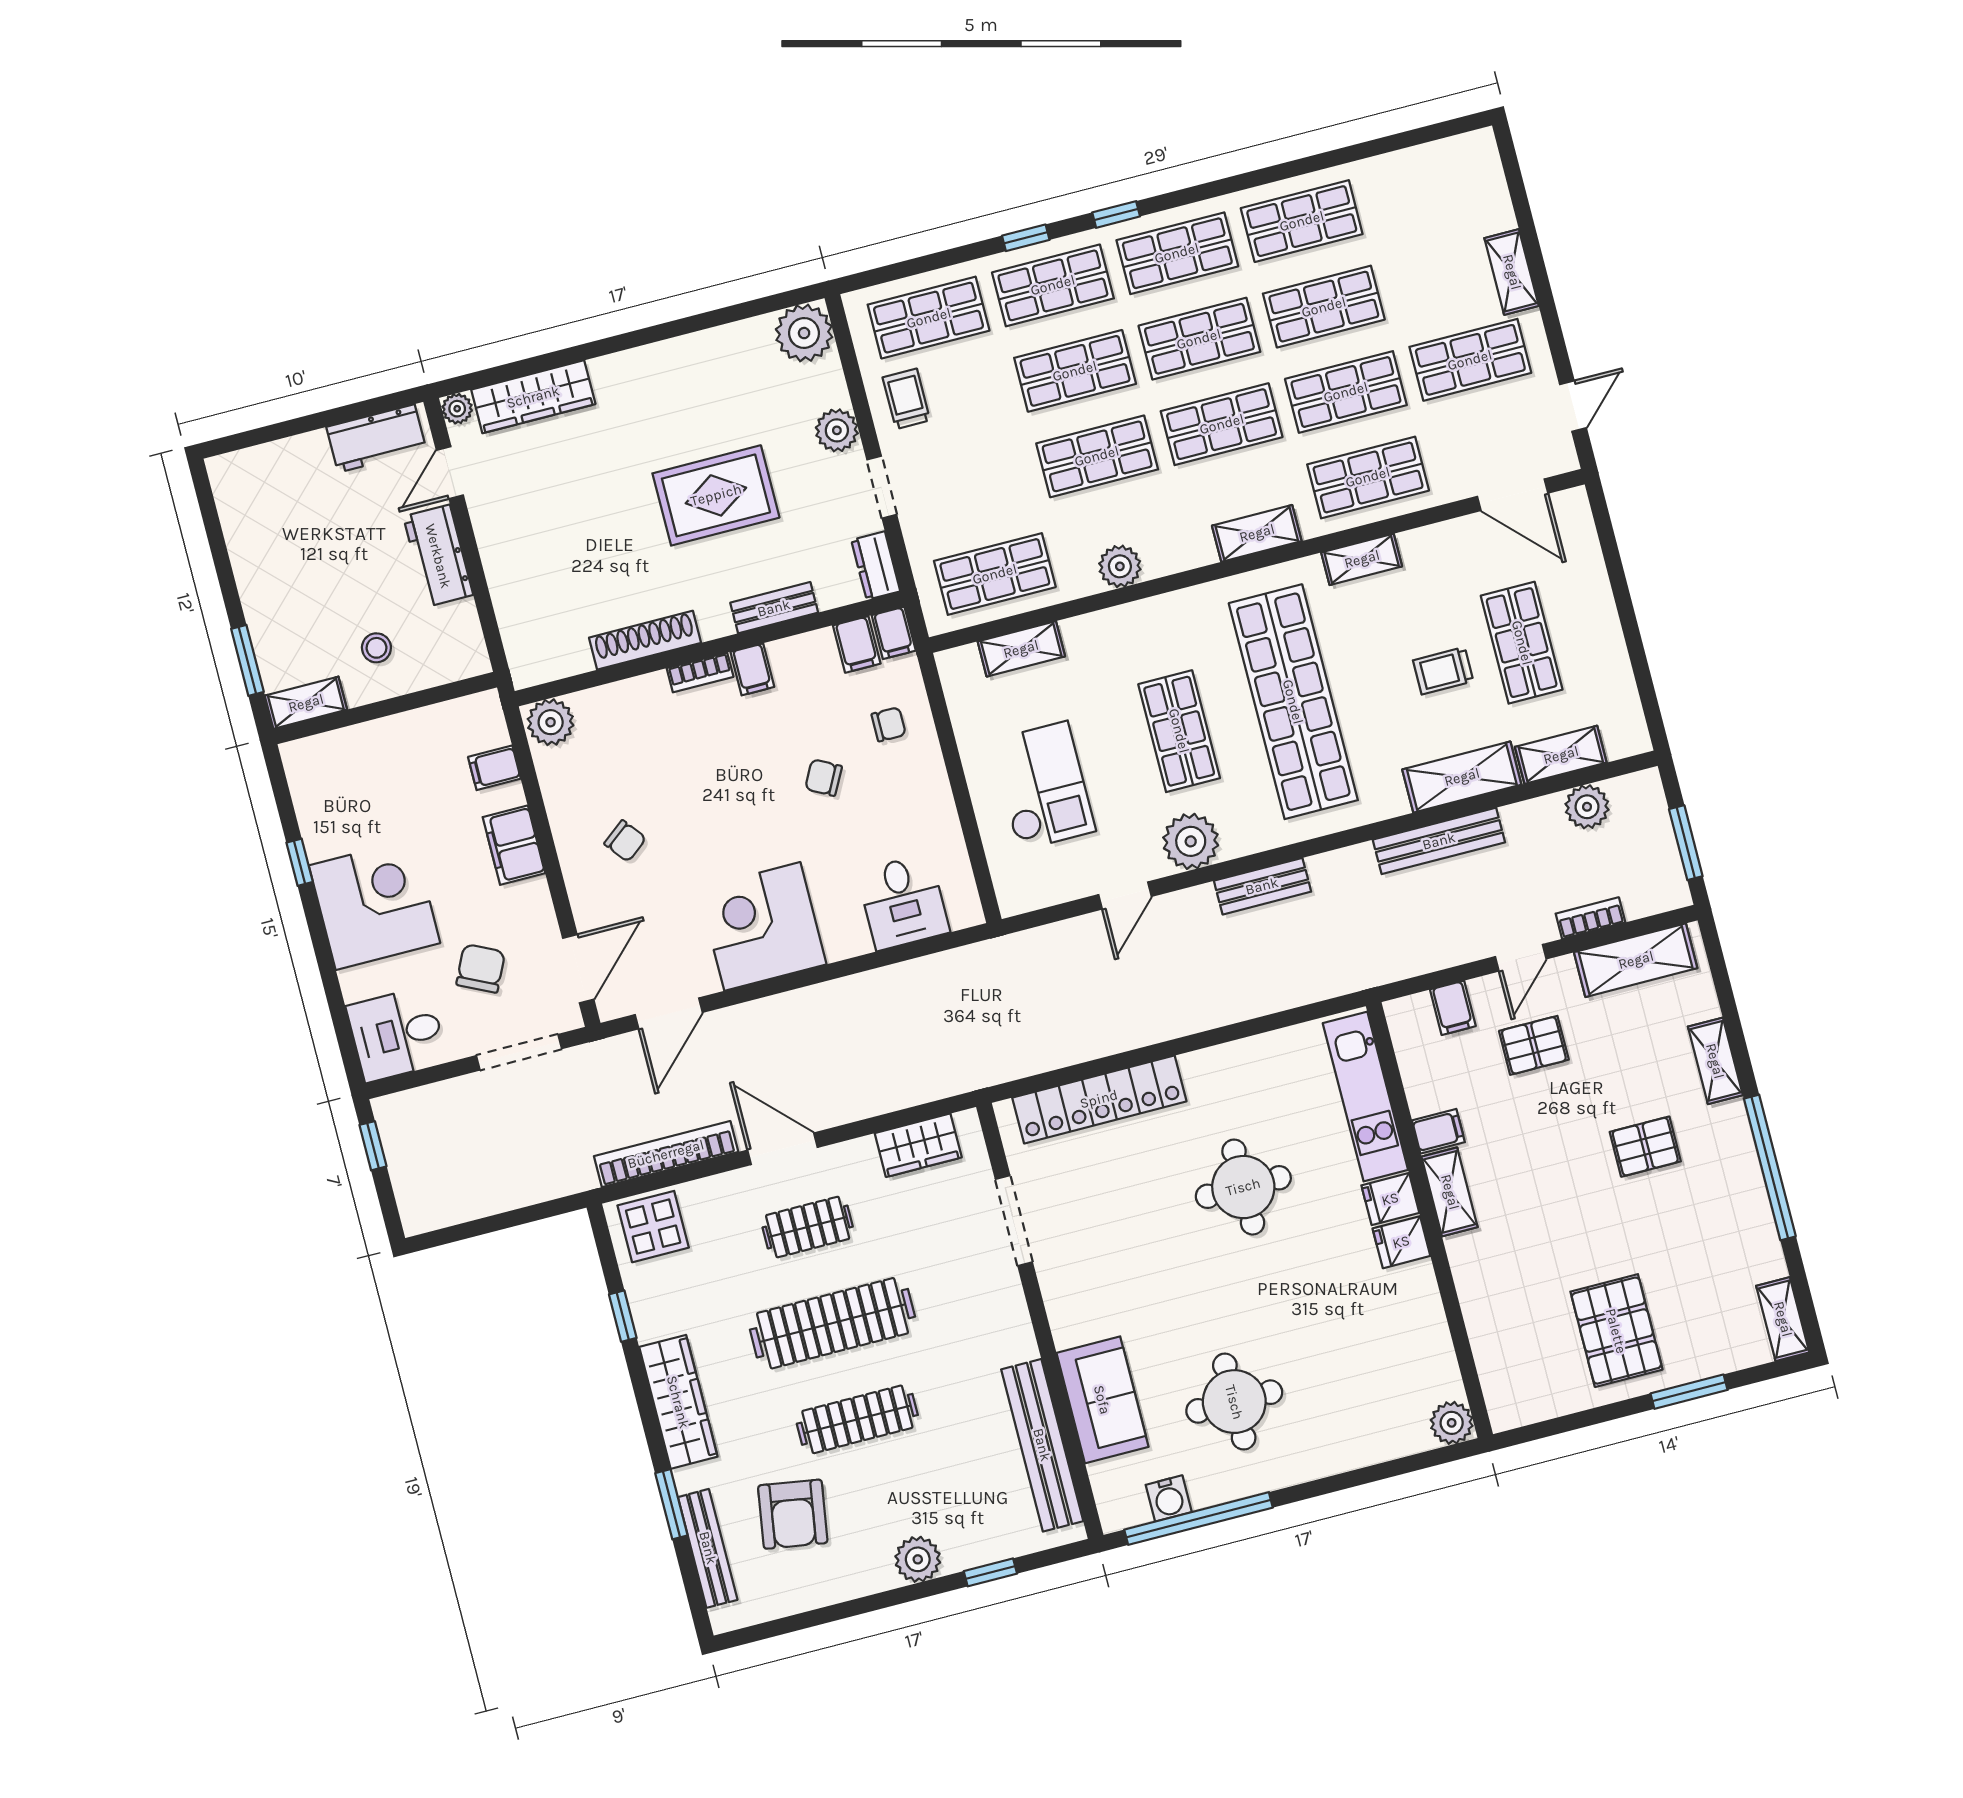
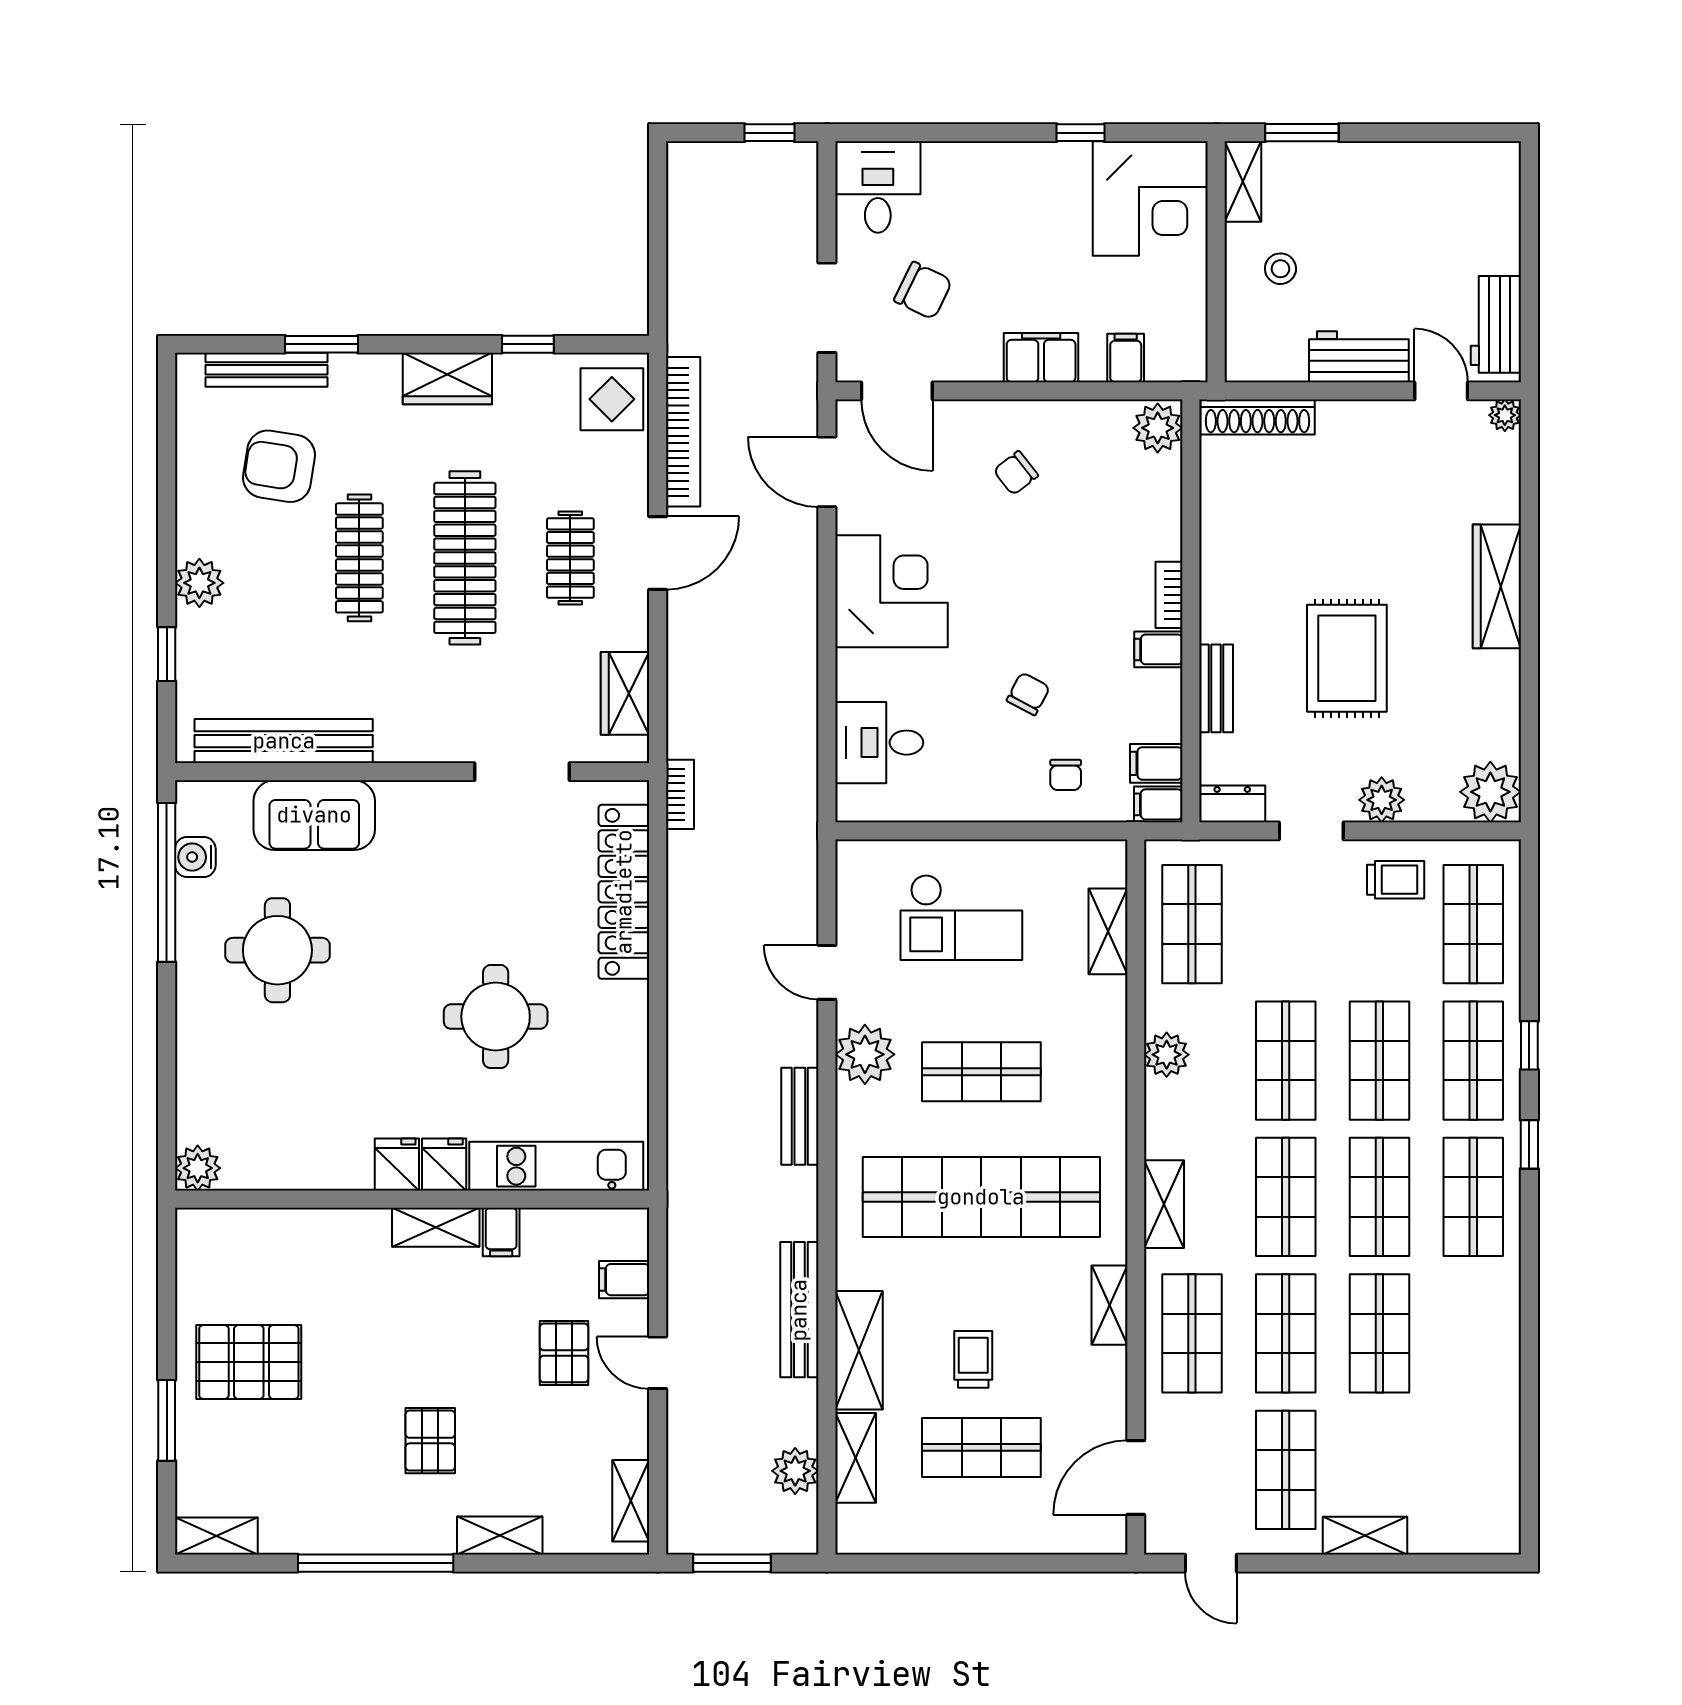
shop shelf: (1302, 221) -> (1473, 1333), removed
wardrobe: (533, 397) -> (1497, 586), moved
shoe rack: (645, 640) -> (1258, 417), moved, turned 90
corner desk: (375, 904) -> (1150, 199), moved
bookcase: (1590, 918) -> (680, 794), moved
shelving: (1636, 960) -> (631, 1501), width x0.67, depth x0.75
wardrobe: (678, 1402) -> (447, 379), width x0.67

